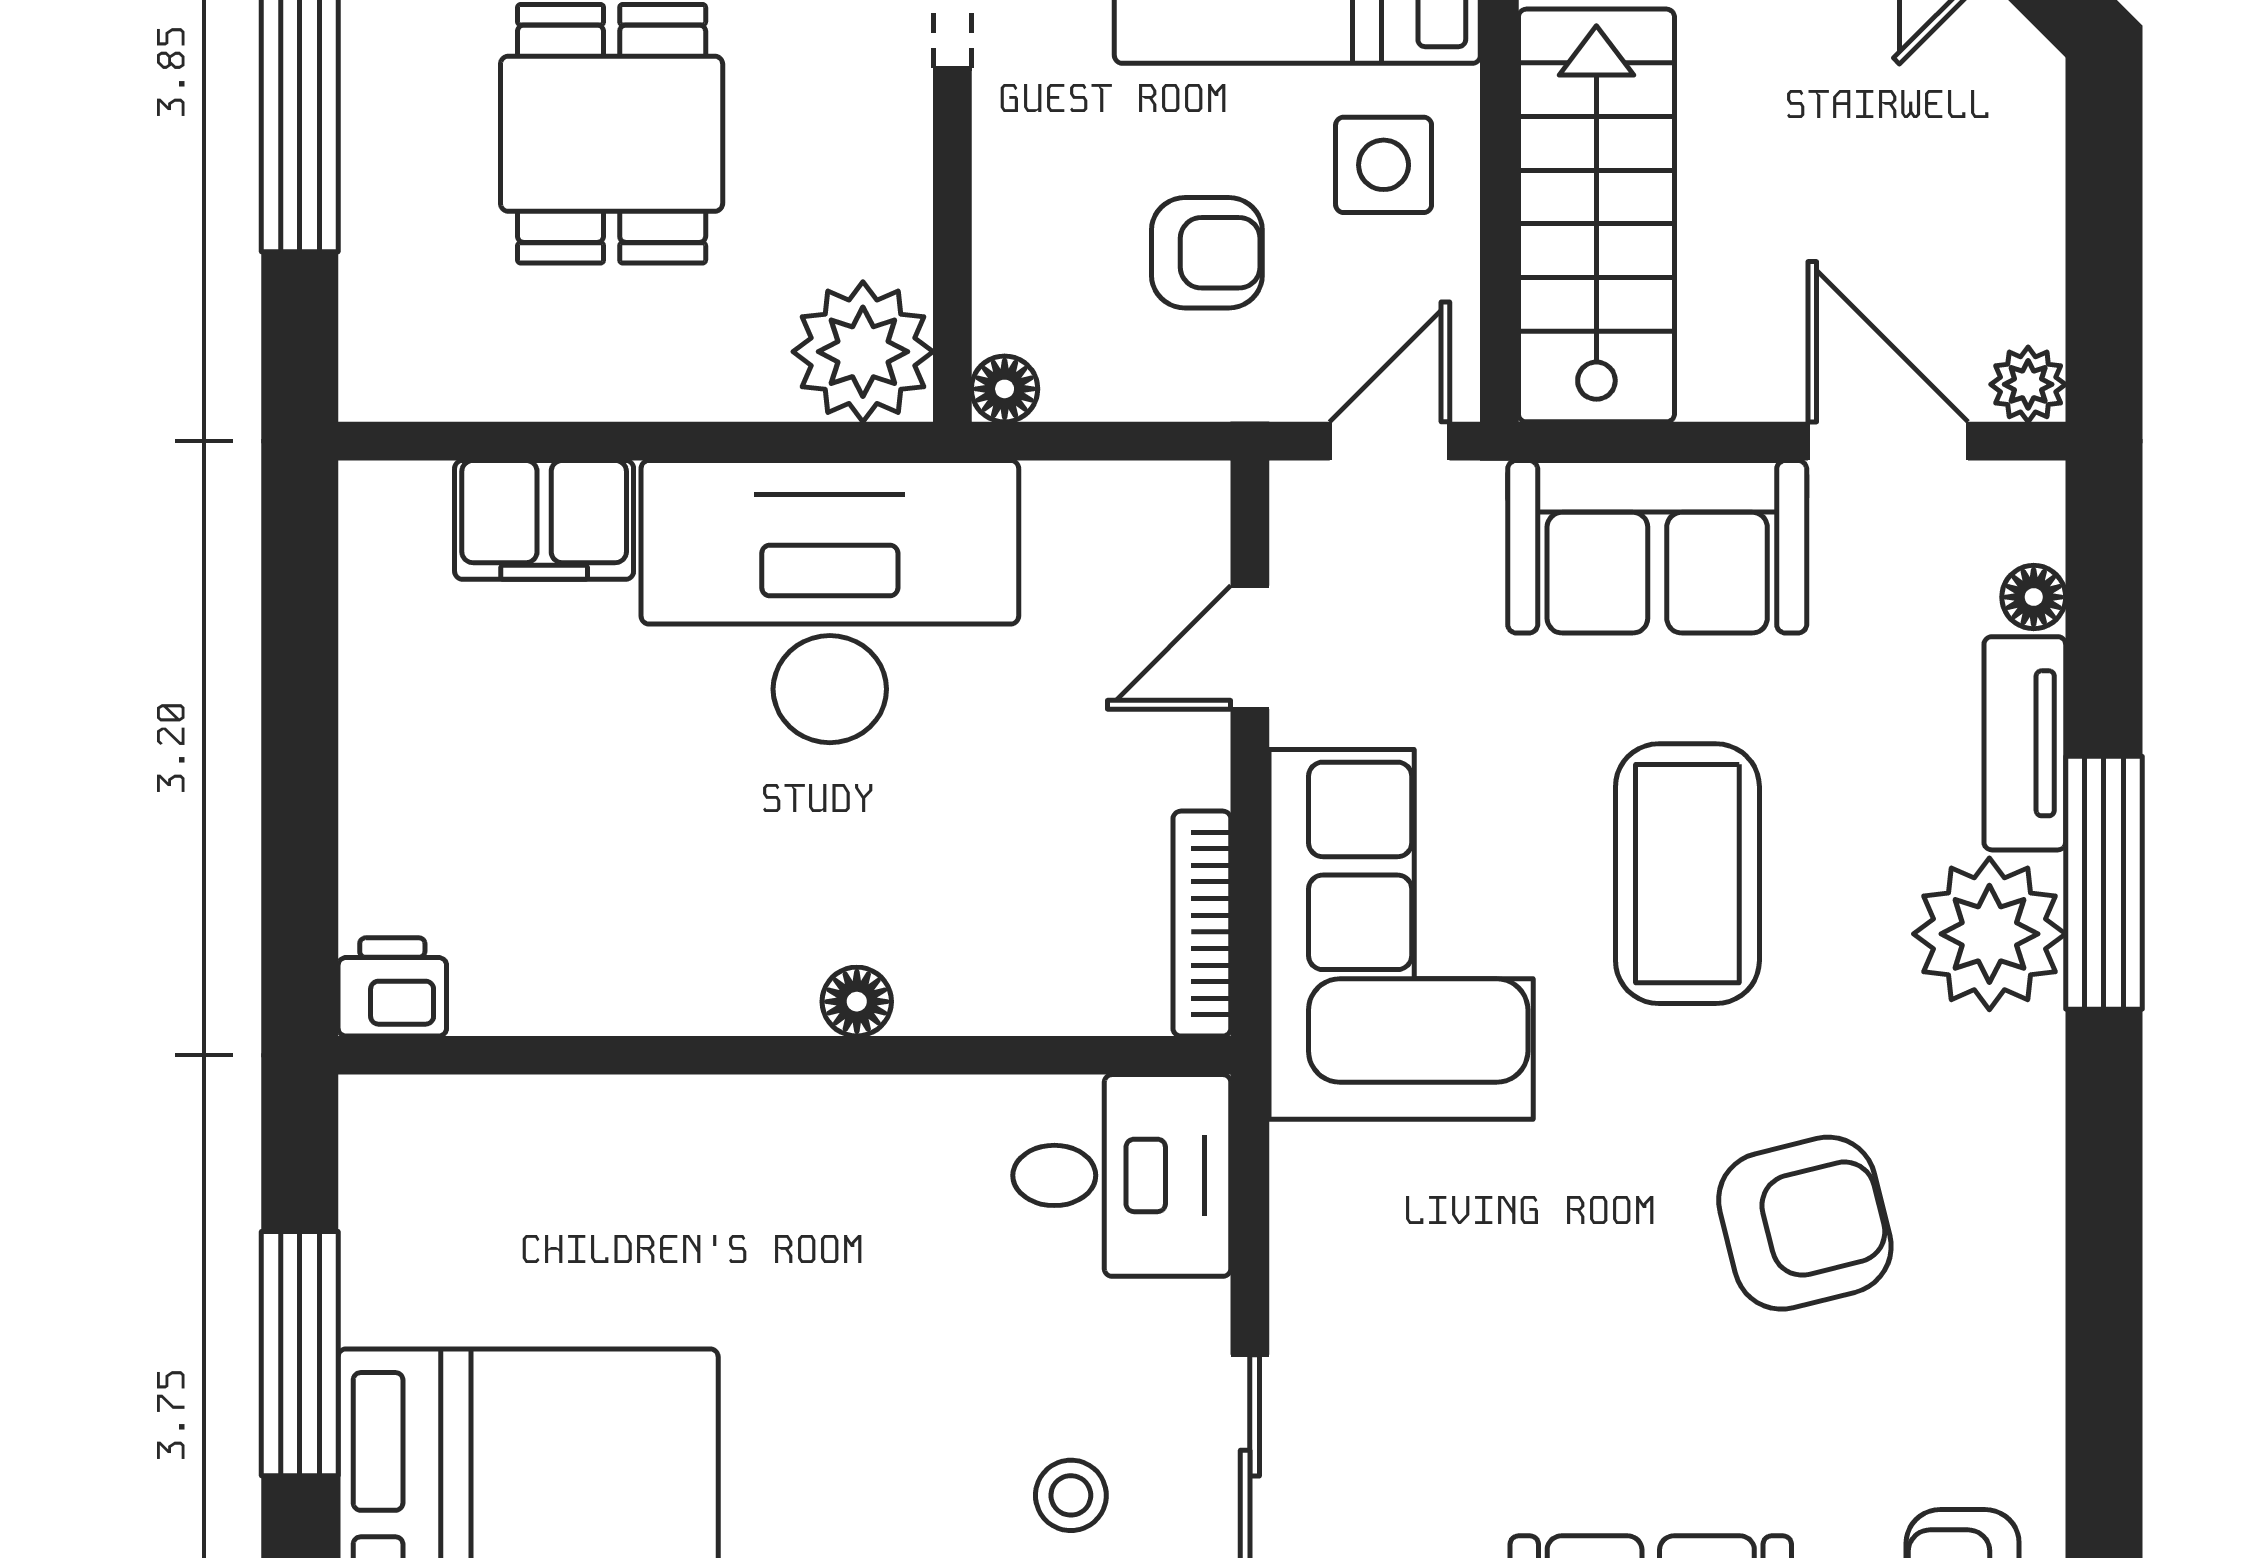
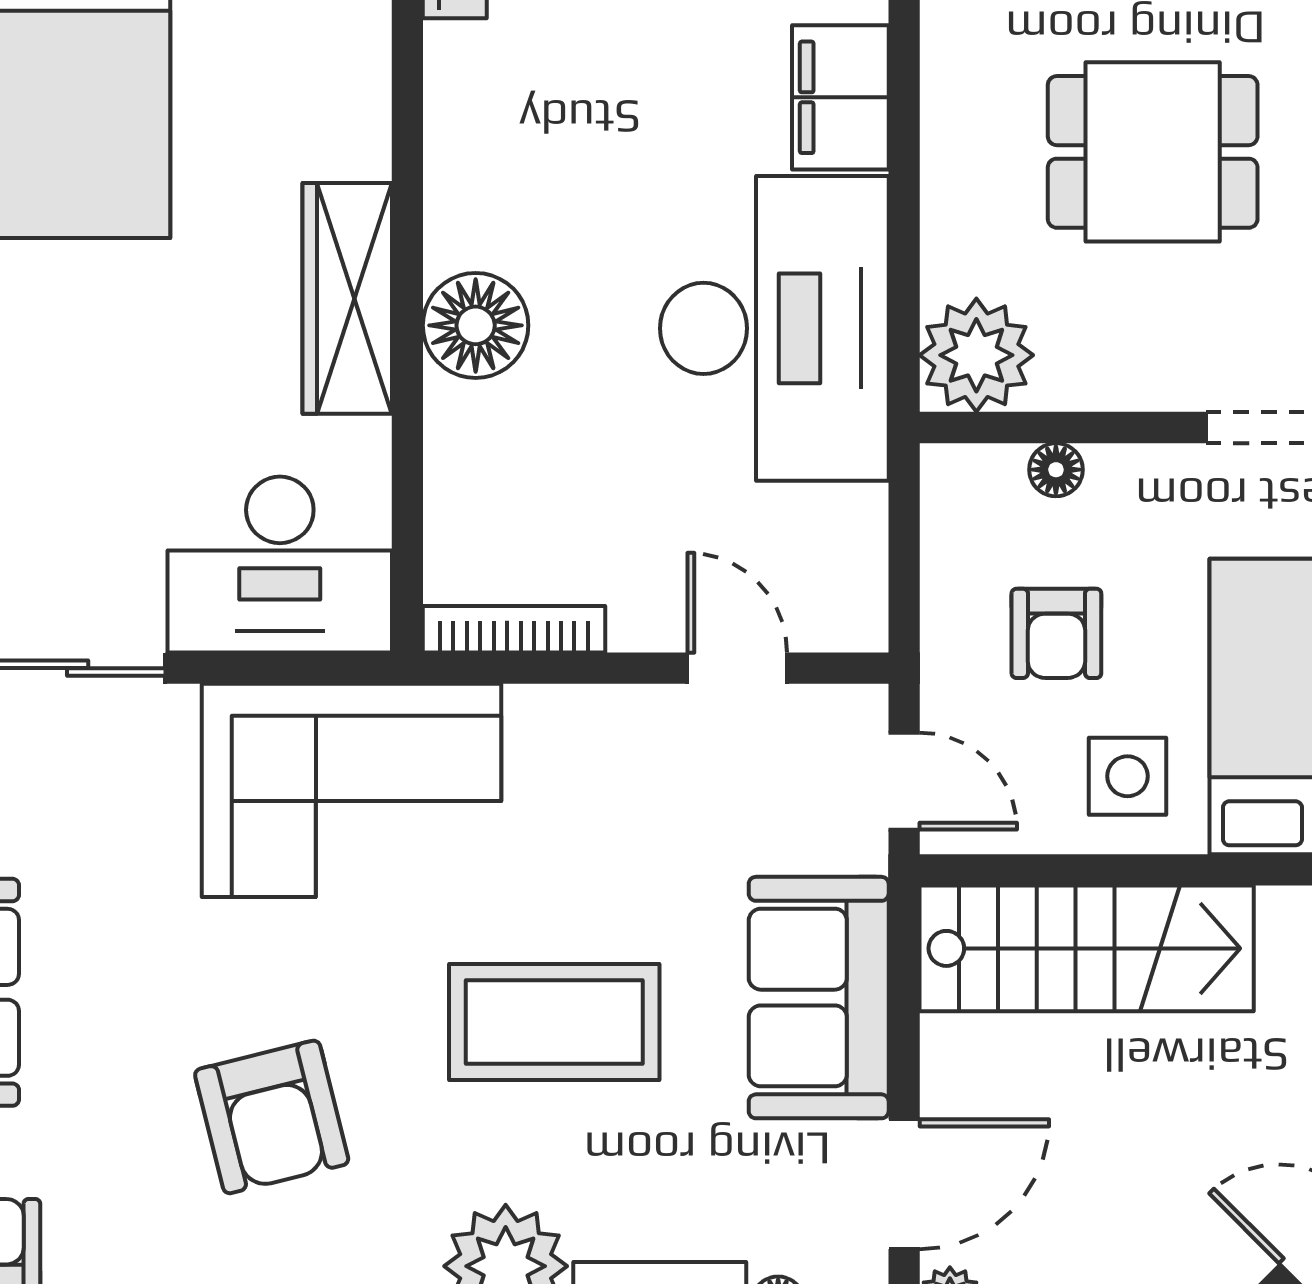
floor lamp: (1005, 389) -> (1056, 470), moved
corner sofa: (1401, 934) -> (352, 790), moved
floor lamp: (857, 1002) -> (476, 325), width x1.89, depth x1.89
wardrobe: (793, 1130) -> (347, 298), added
desk: (1122, 1175) -> (280, 565), width x1.37
stool: (1071, 1495) -> (51, 523), removed

